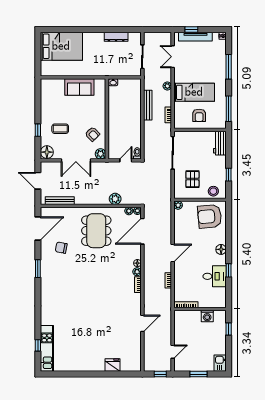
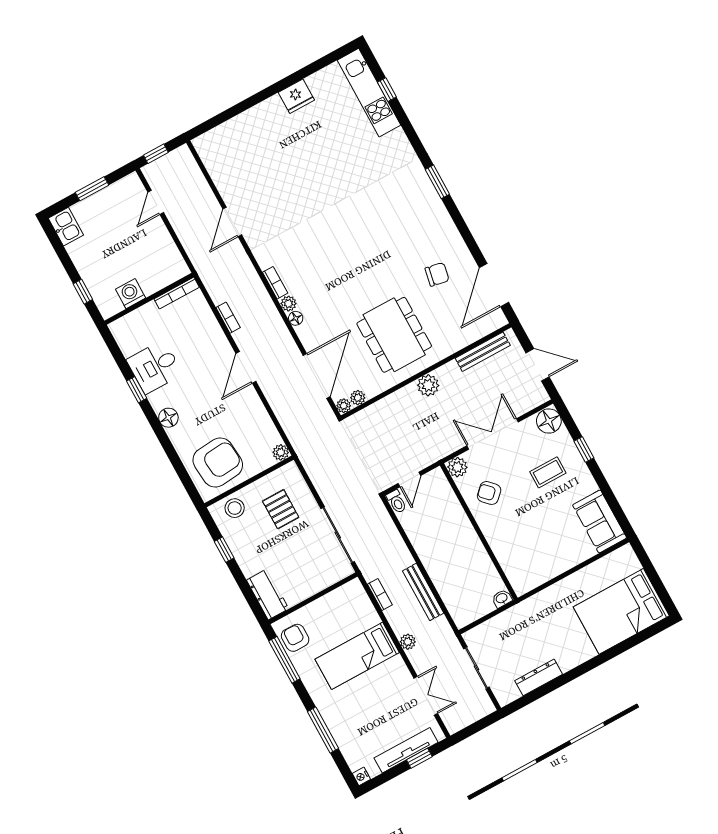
sofa: (79, 87) -> (600, 521), moved, turned -90
armchair: (199, 115) -> (295, 638), moved
plant: (115, 199) -> (428, 385), moved
window: (38, 269) -> (437, 182), moved
fridge: (112, 365) -> (296, 96), moved

